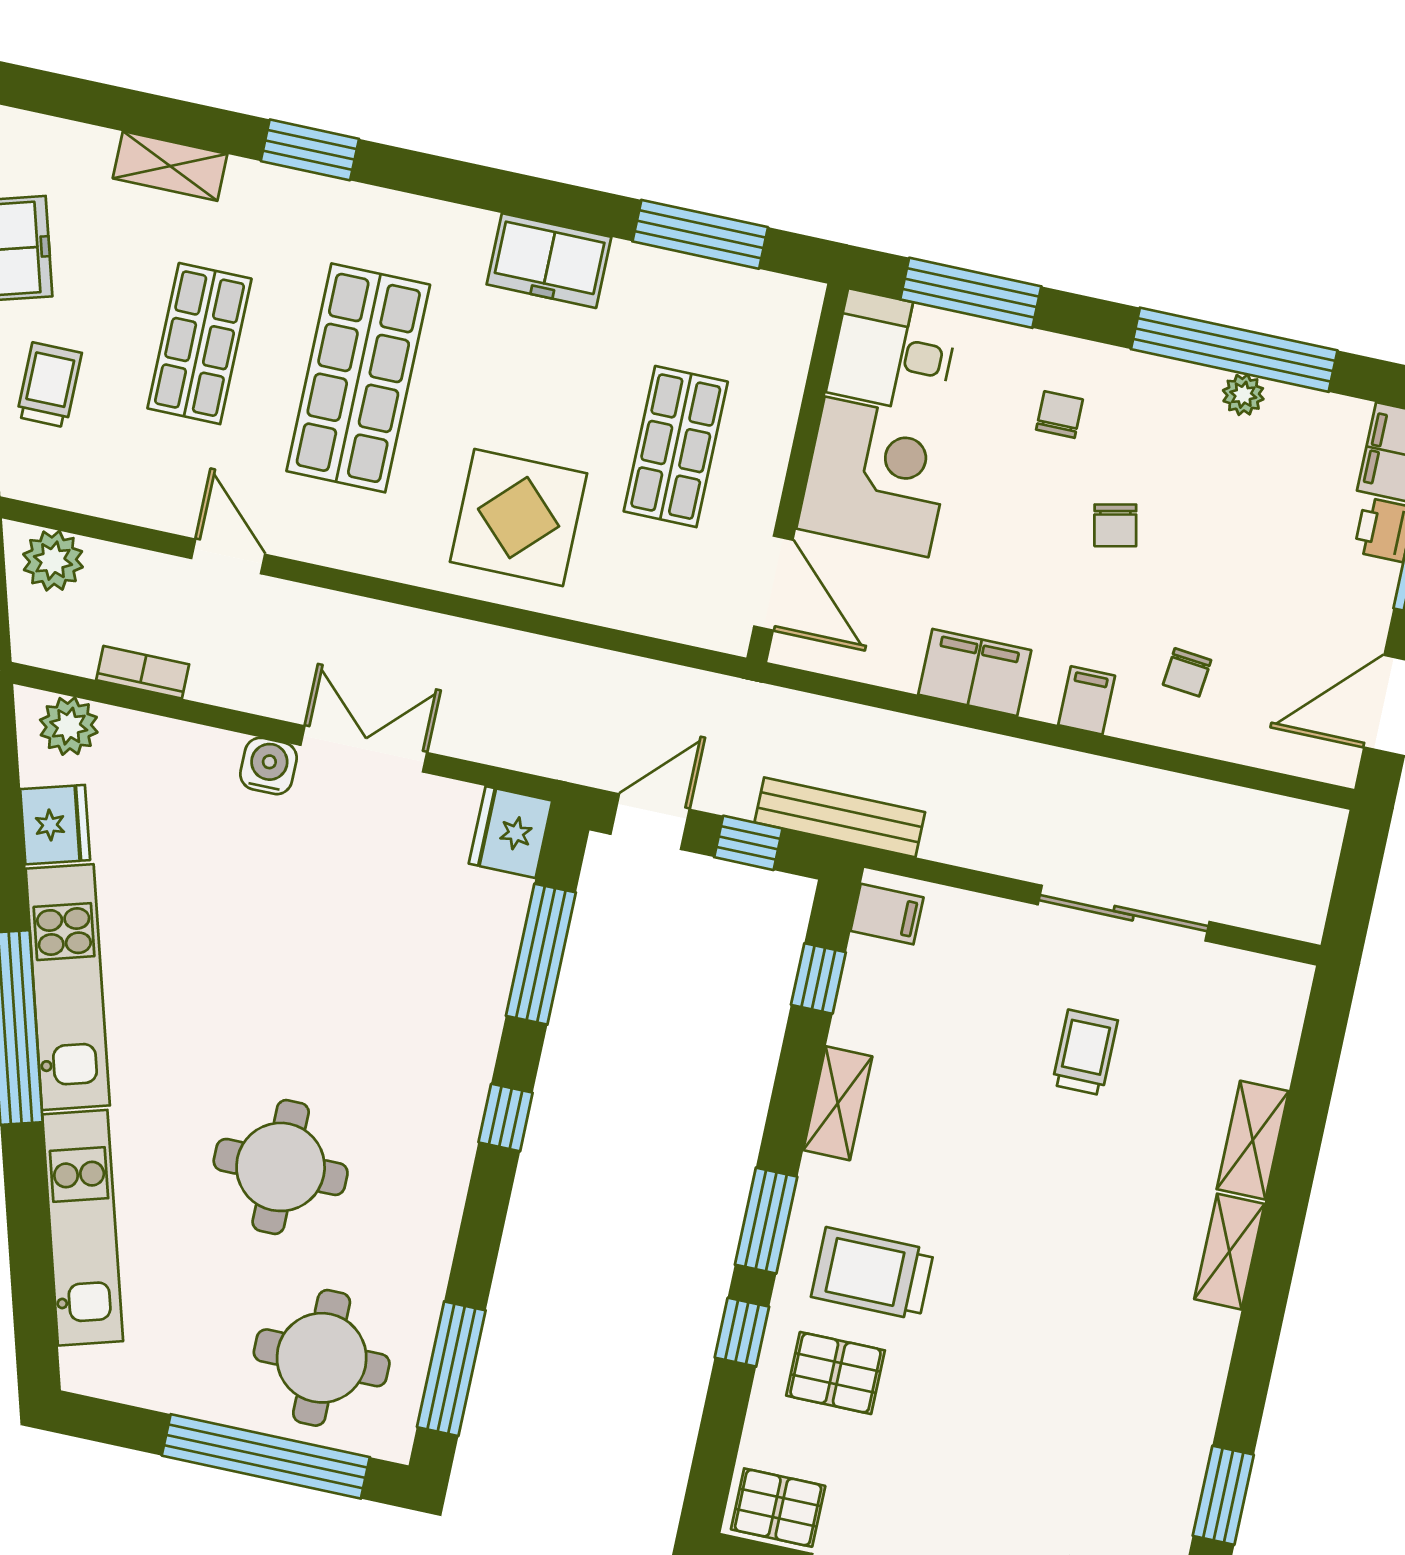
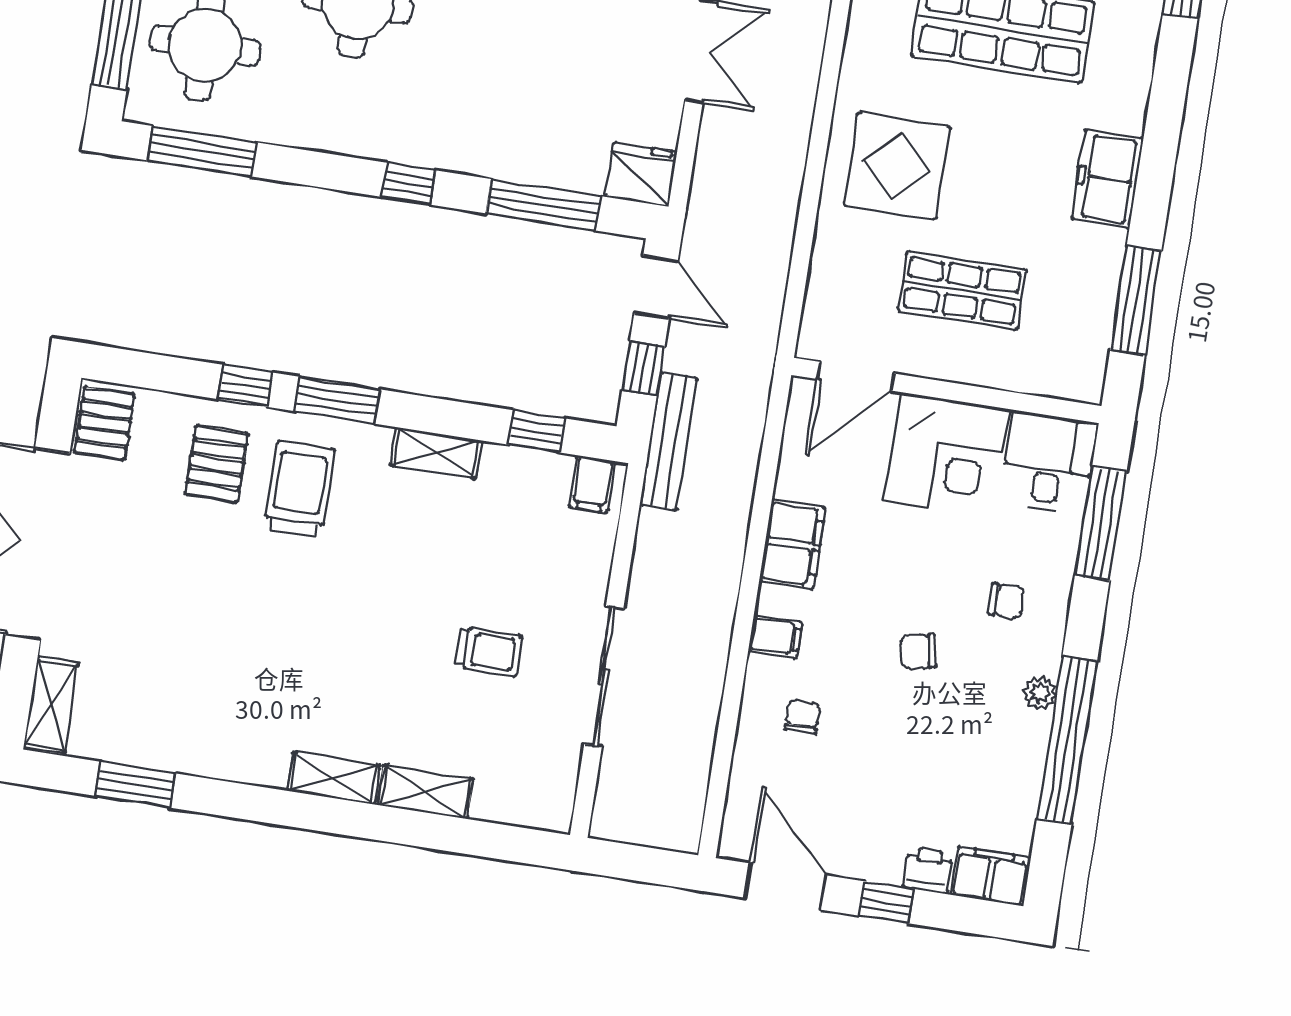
plant: (1243, 395) -> (1040, 693), moved
chair: (1187, 672) -> (803, 717), turned 84

